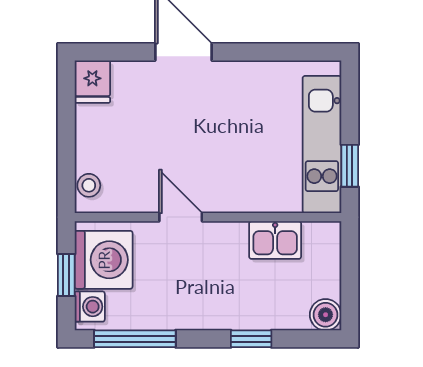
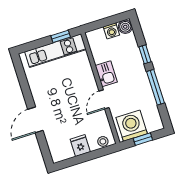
fridge: (92, 82) -> (80, 145), moved, turned -90
kitchen sink: (275, 240) -> (106, 74), moved
washing machine: (90, 307) -> (111, 31), moved, turned 180
window: (135, 339) -> (155, 87), moved

